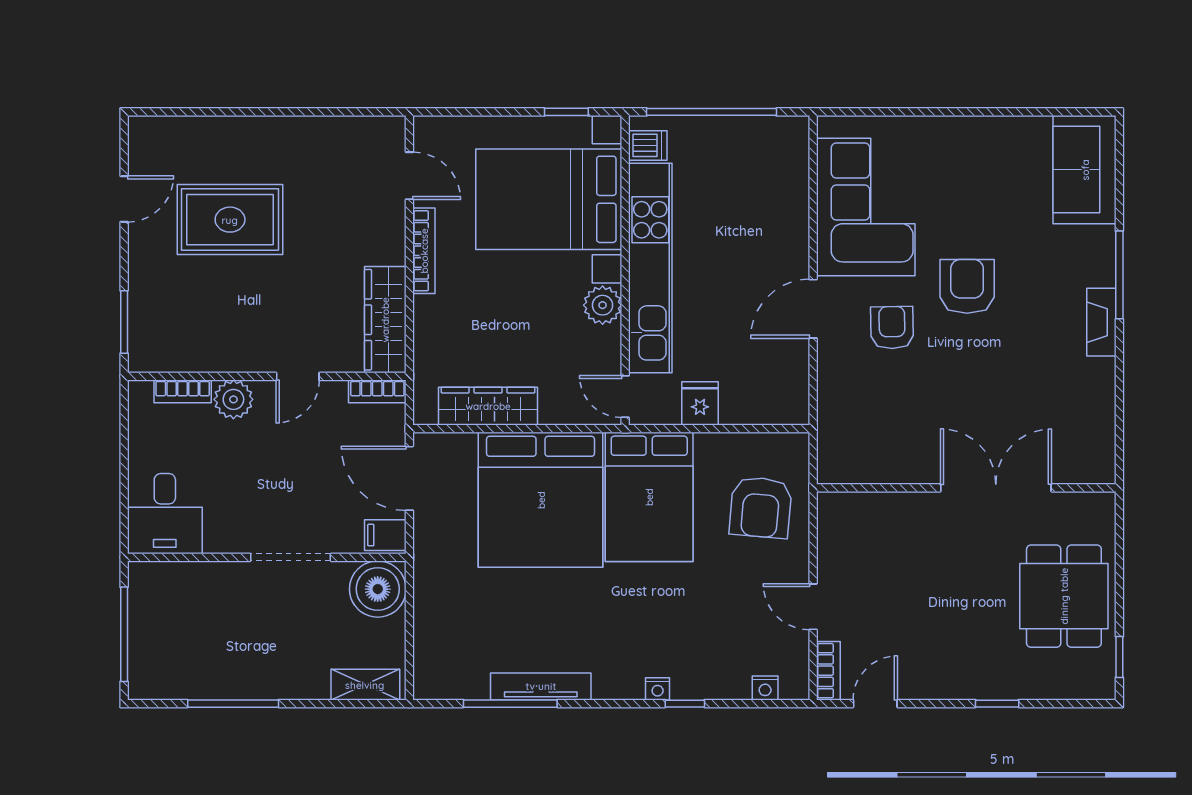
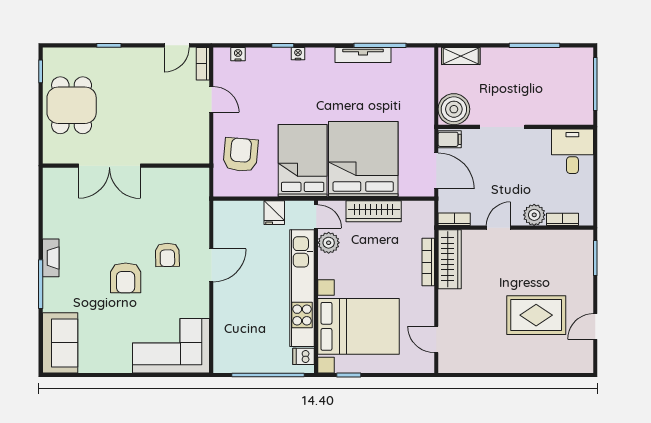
corner sofa: (866, 207) -> (171, 346), moved, turned 90
bookcase: (424, 251) -> (428, 262), moved
plant: (603, 305) -> (329, 243), moved
wardrobe: (488, 406) -> (374, 211), moved

